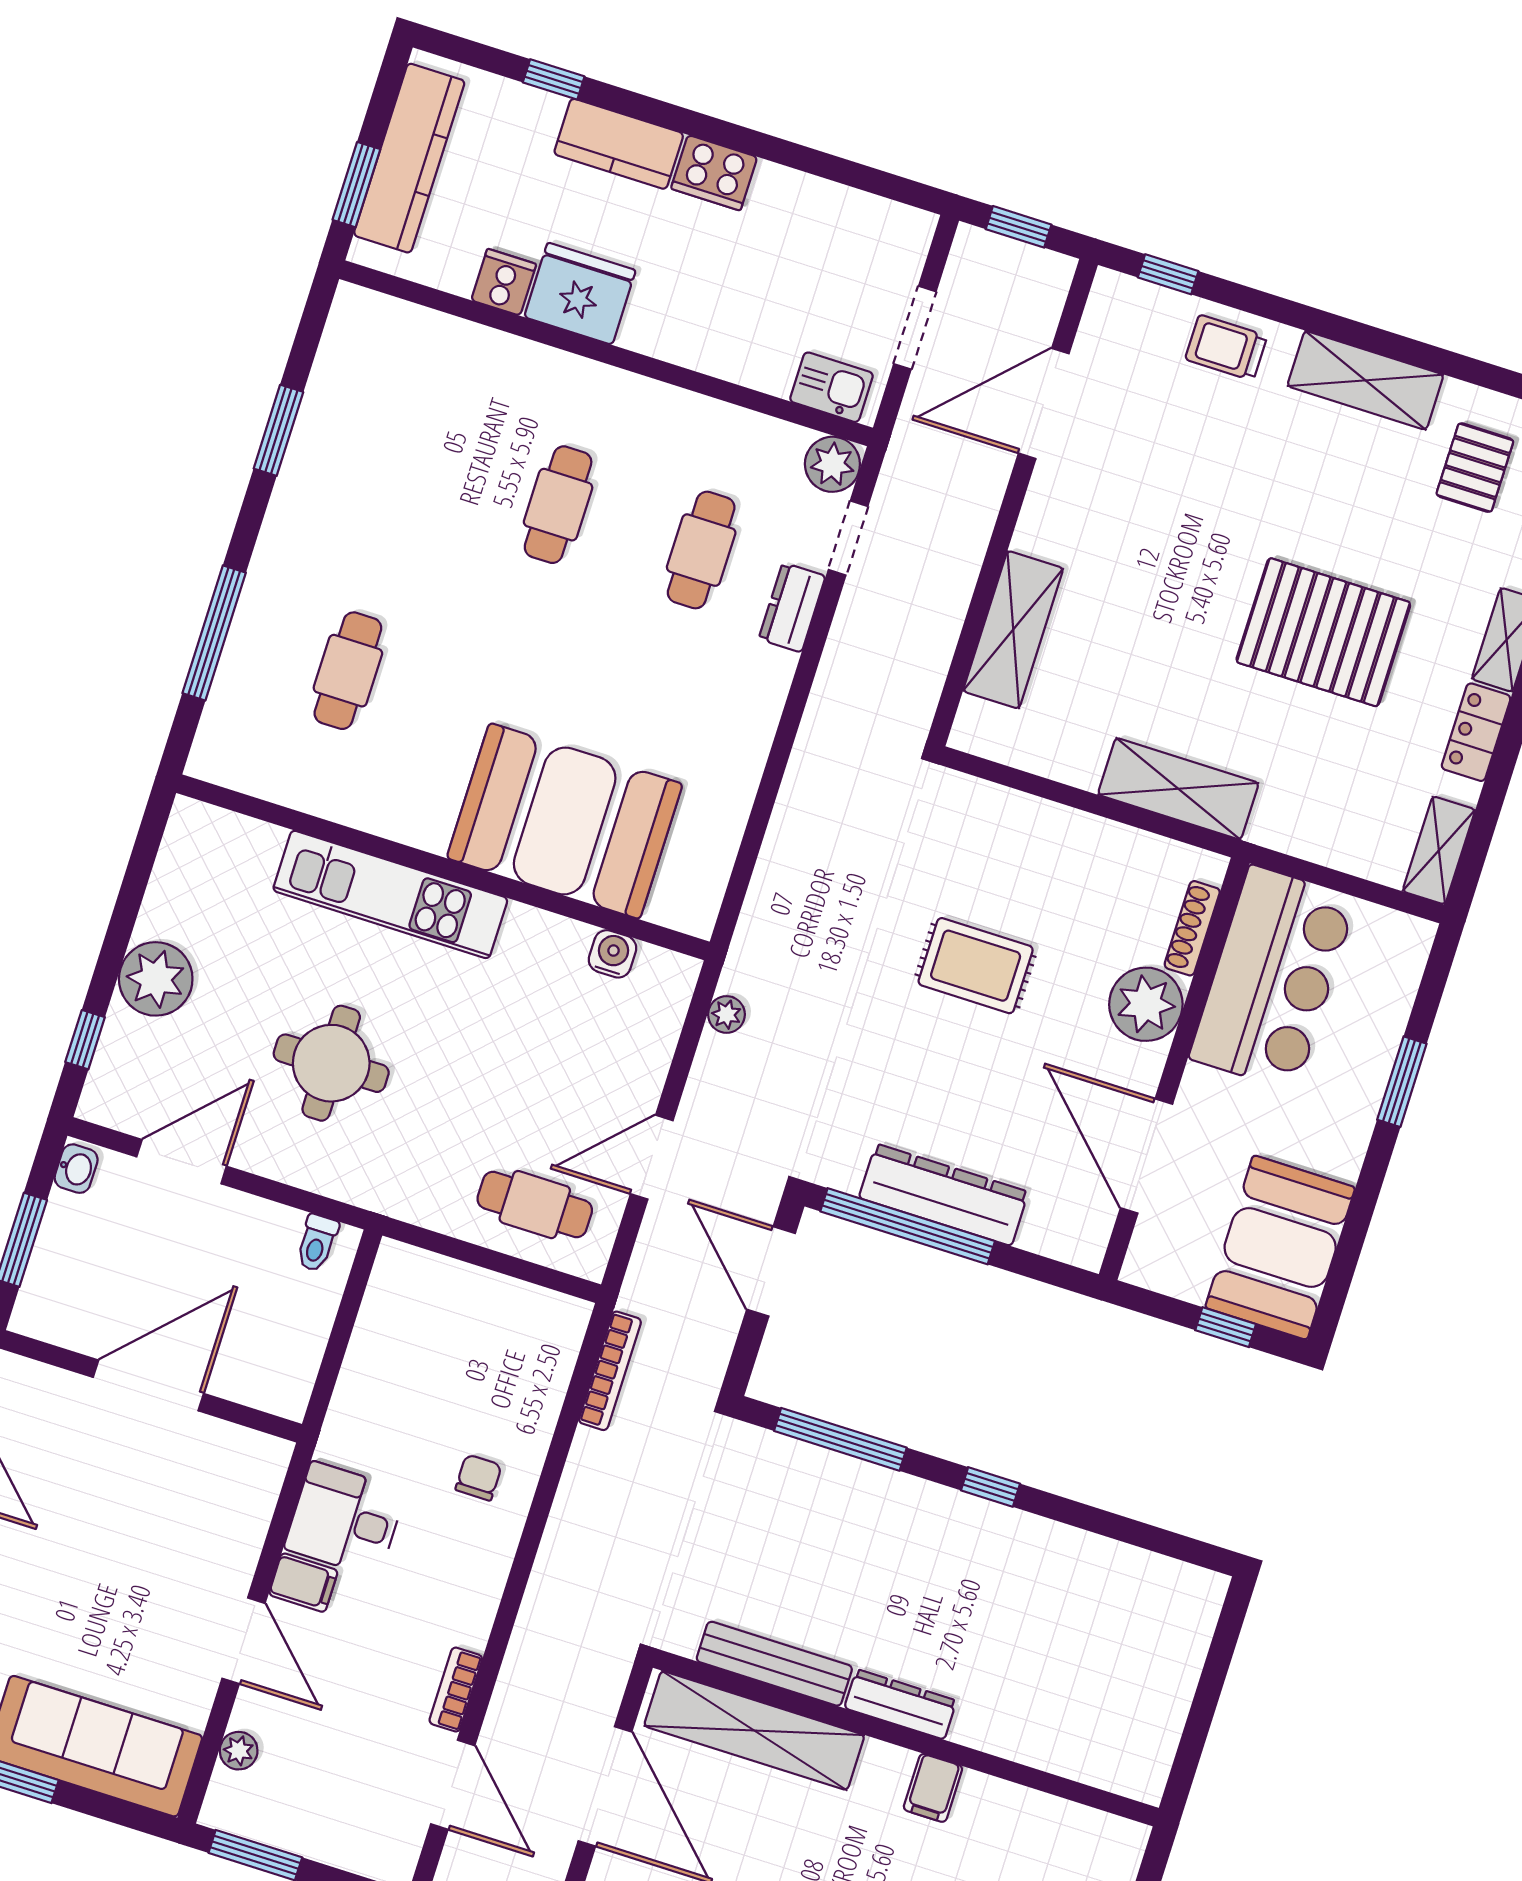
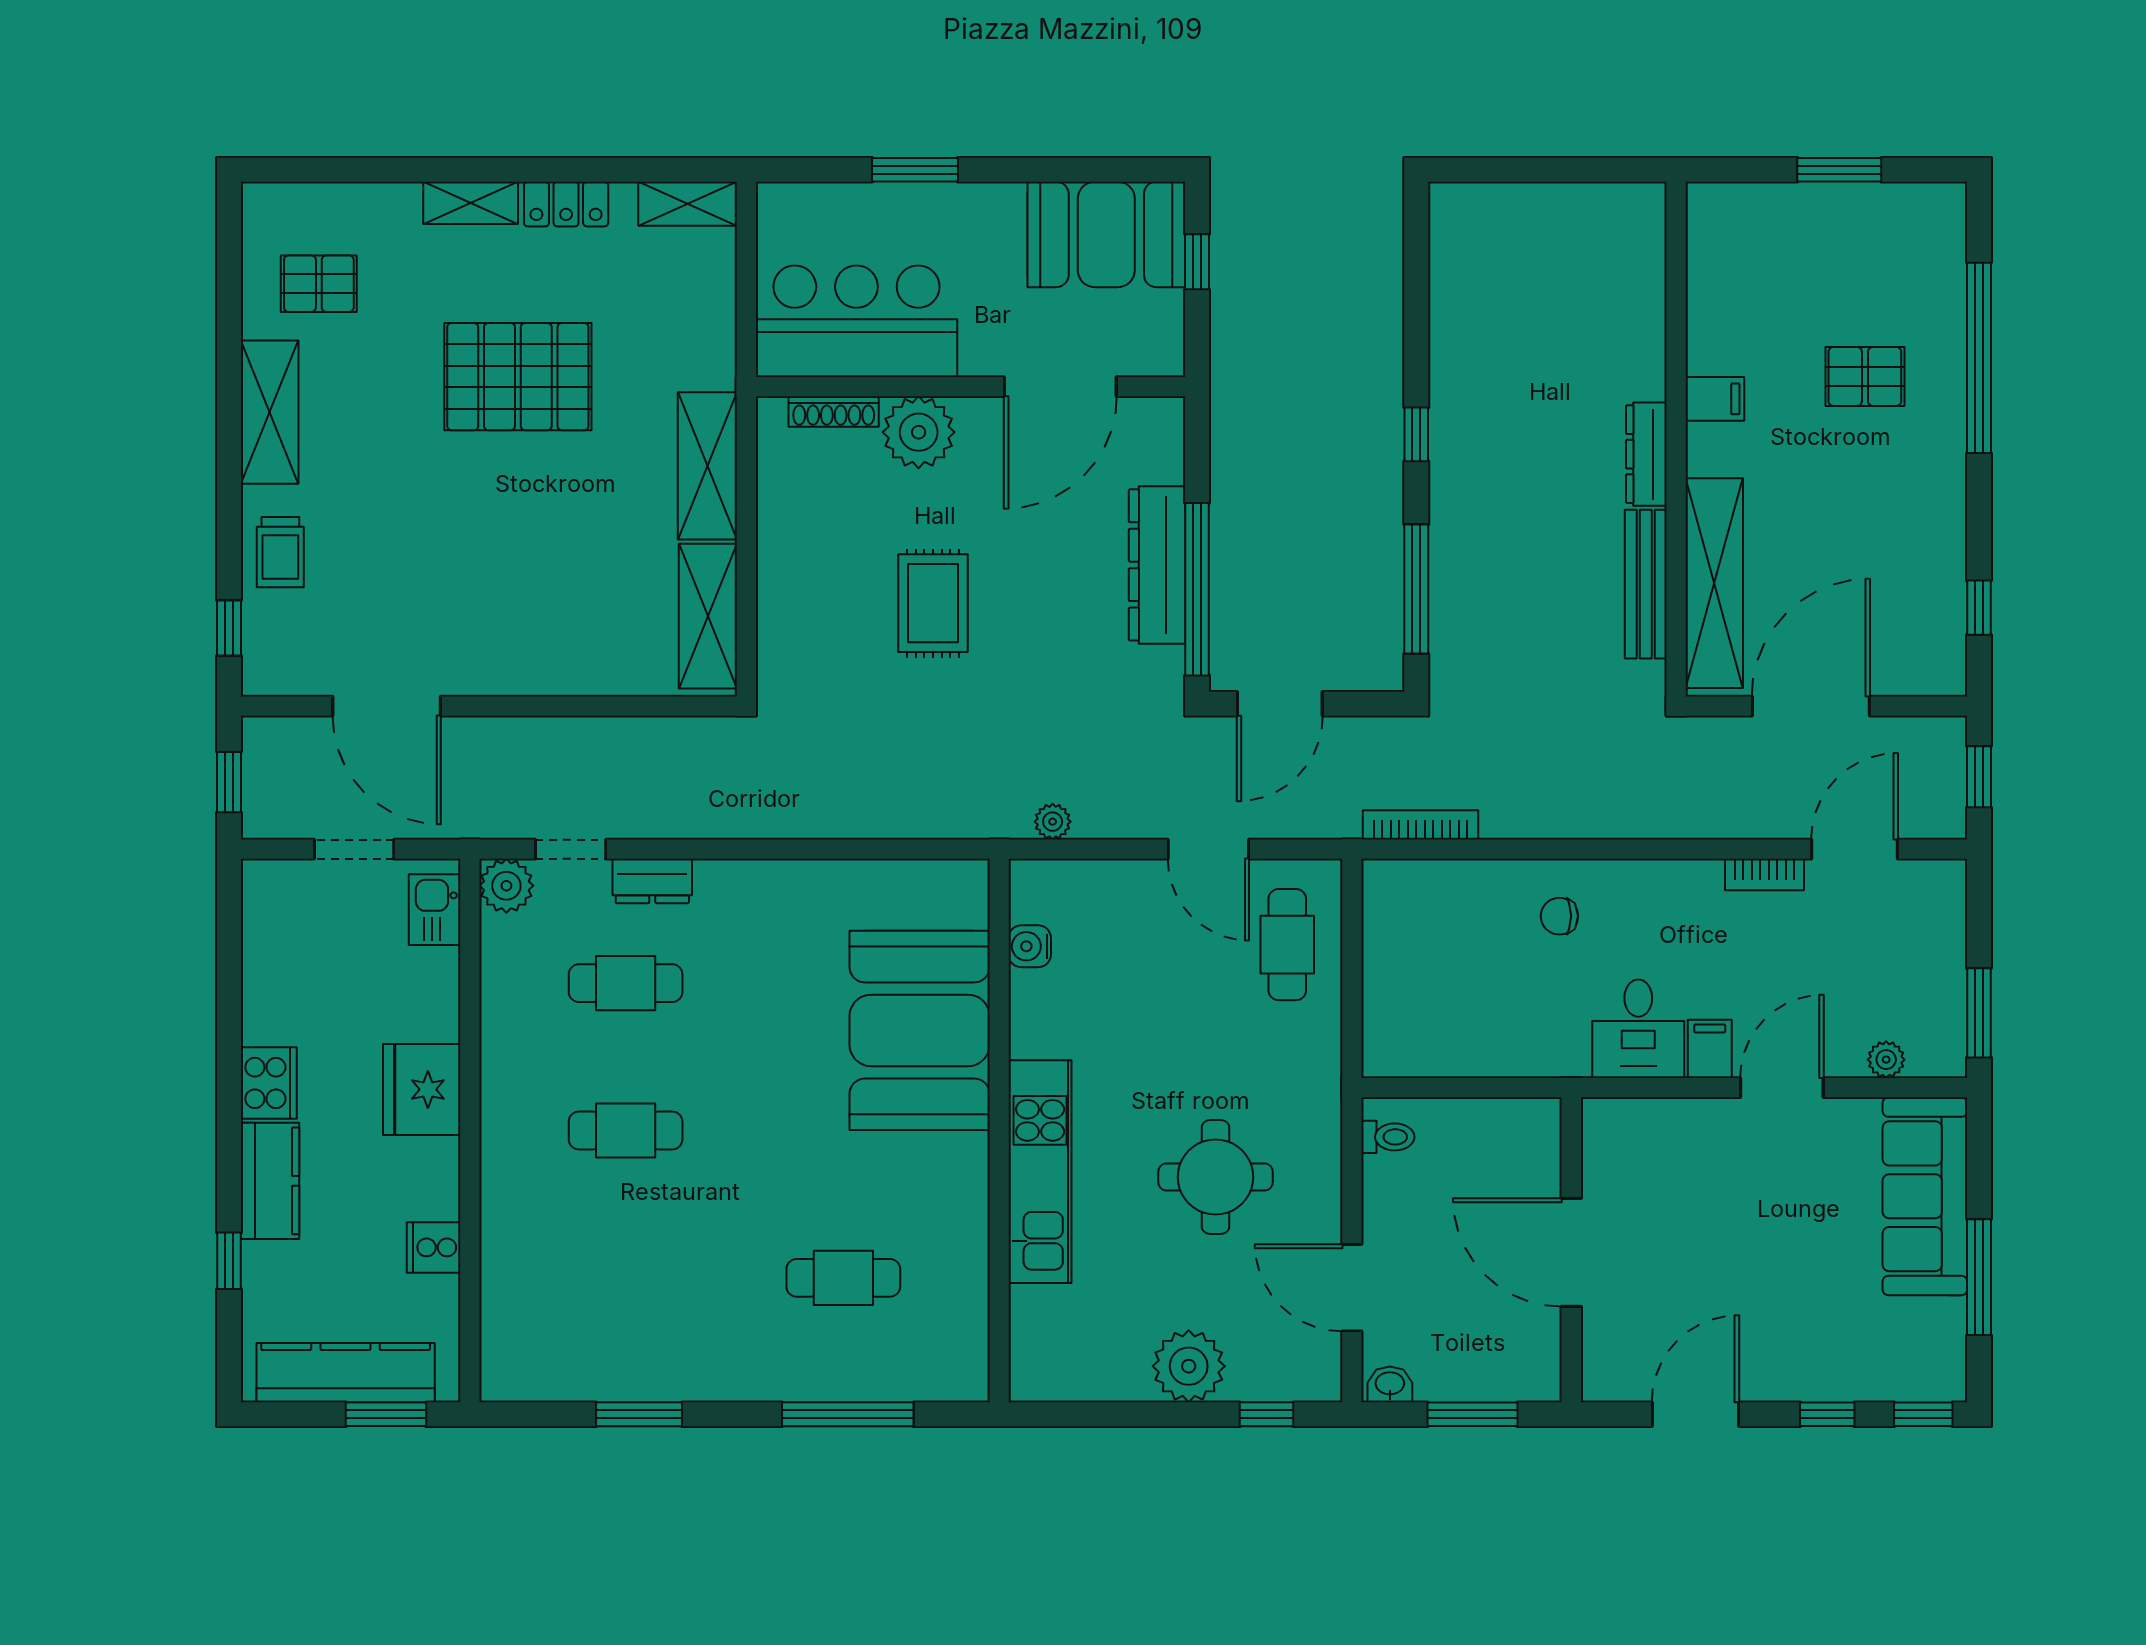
fridge: (580, 294) -> (422, 1089), moved
shelving: (1013, 630) -> (708, 616), moved, turned 90
pallet: (1323, 632) -> (518, 377), turned 90

